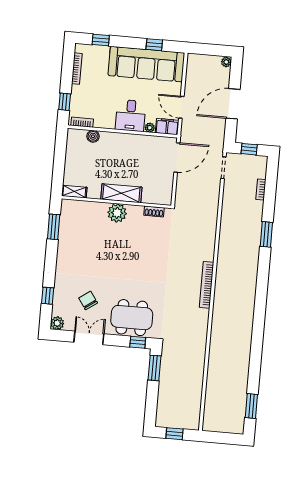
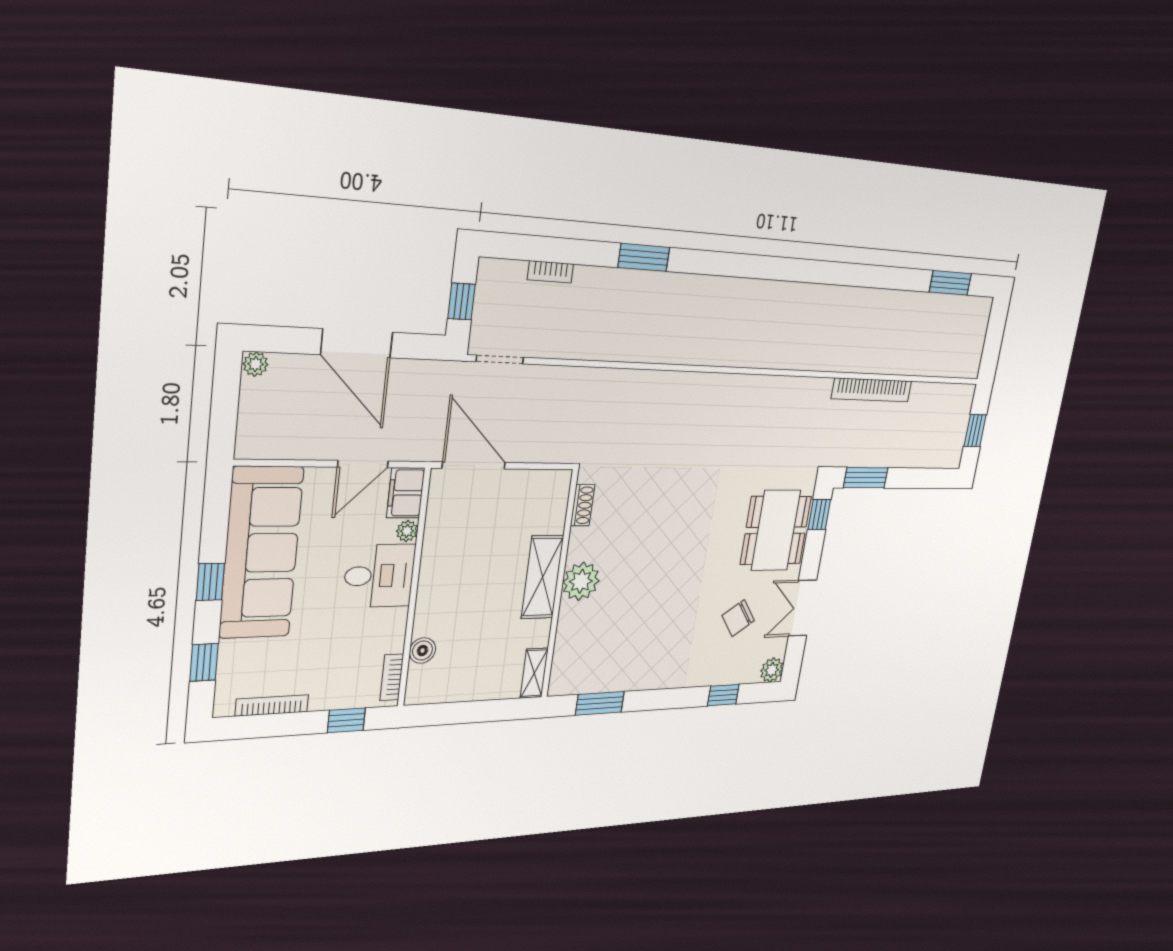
window: (154, 45) -> (210, 582), moved
bookcase: (207, 285) -> (872, 390), moved

